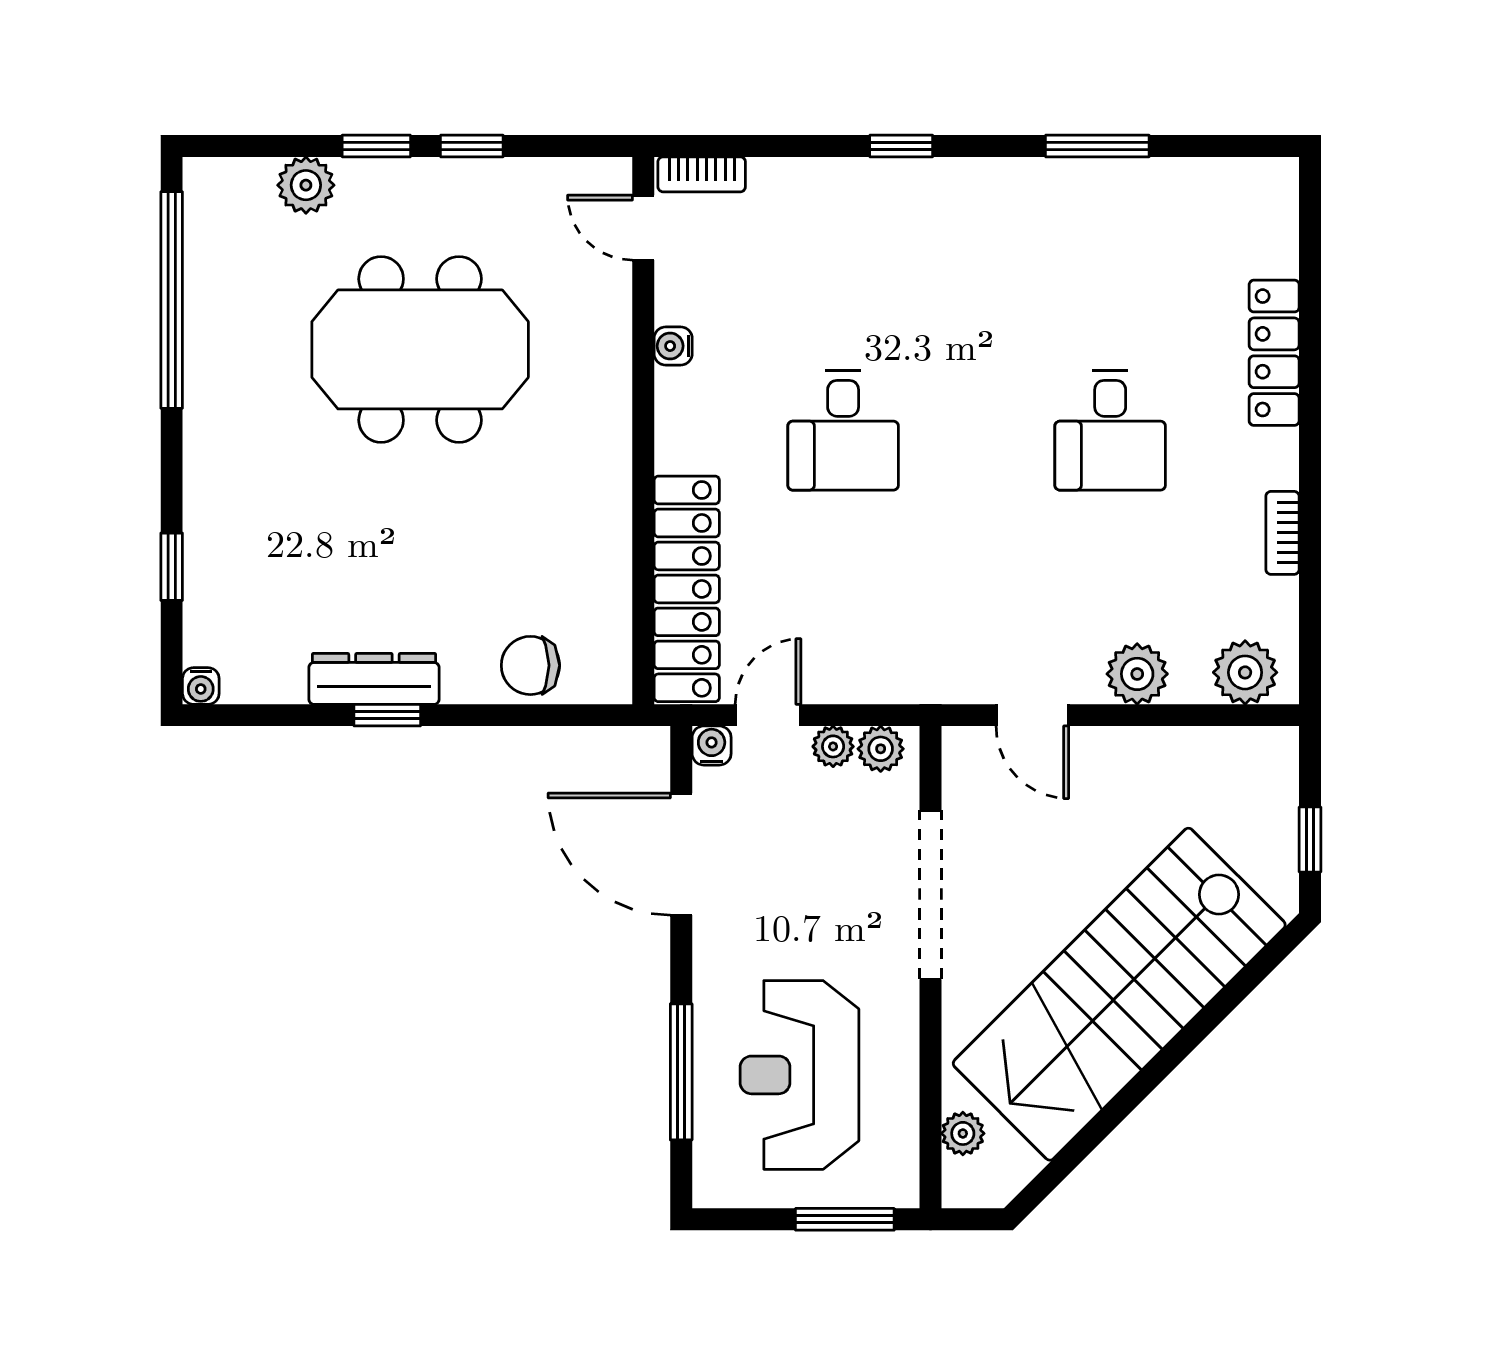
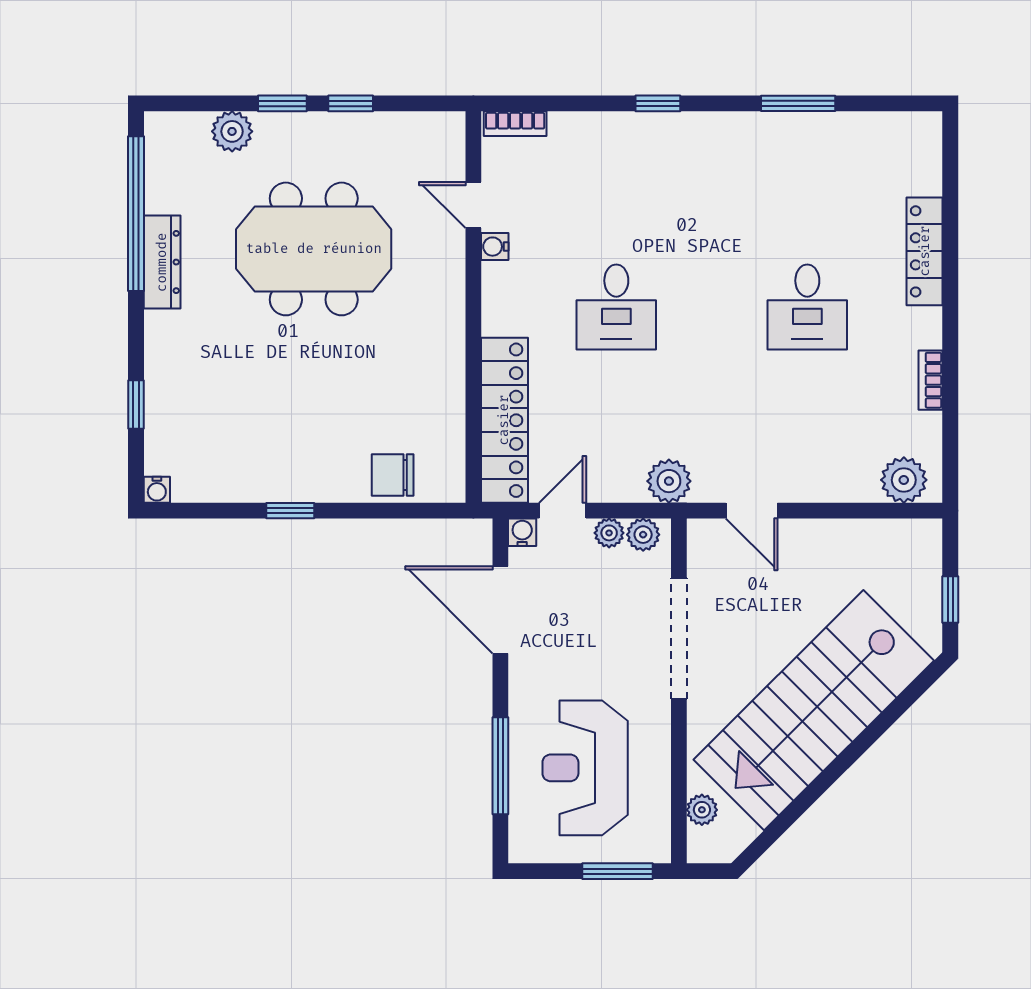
door: (643, 228) -> (473, 205), moved
plant: (1137, 674) -> (669, 481), moved
dresser: (374, 679) -> (162, 262), moved, turned 90

